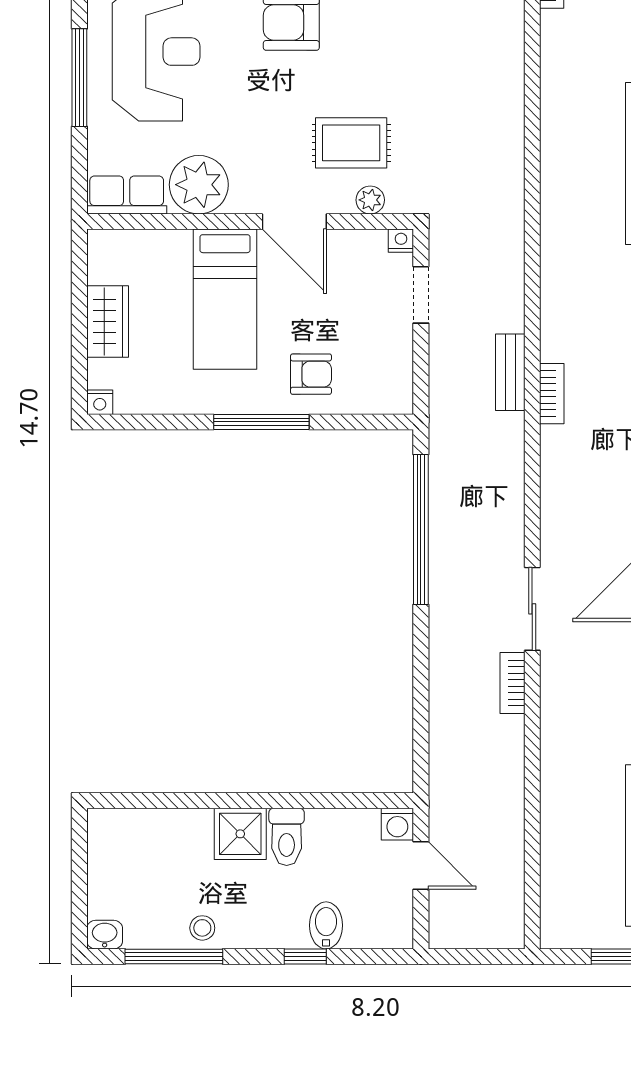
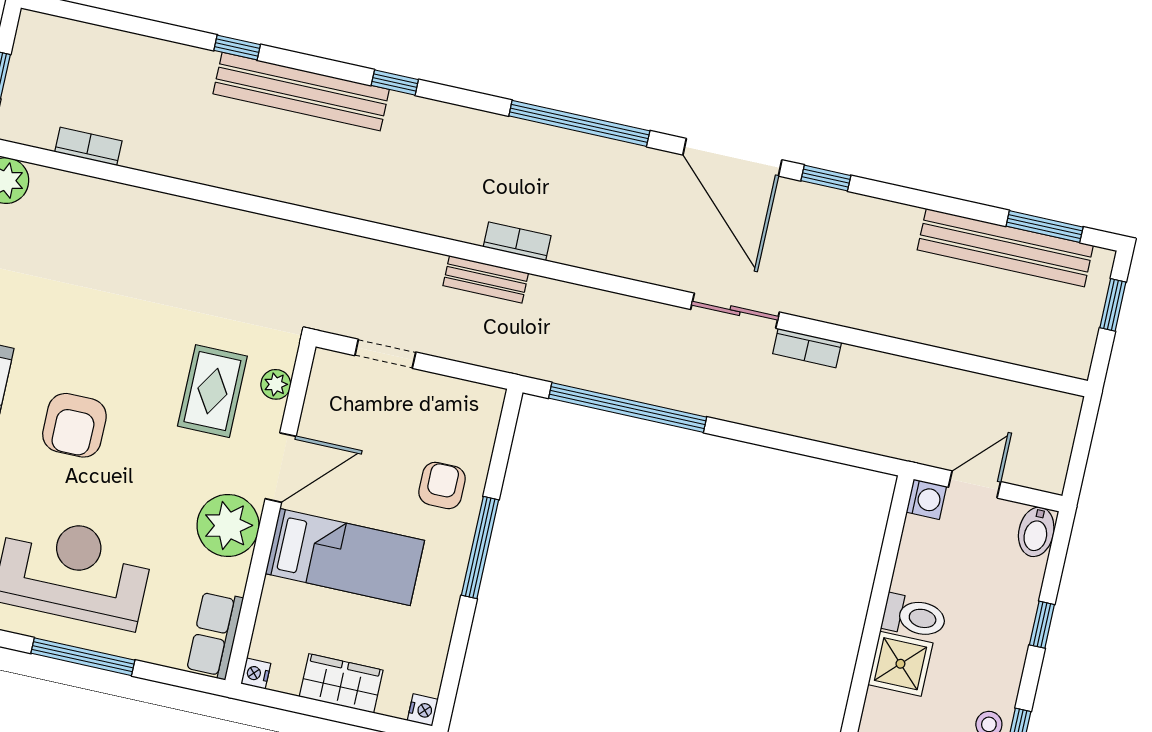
plant: (199, 185) -> (228, 525), moved
nightstand: (401, 241) -> (256, 673), moved
bidet: (326, 925) -> (1036, 532), moved, turned -90

